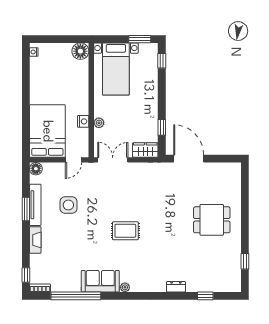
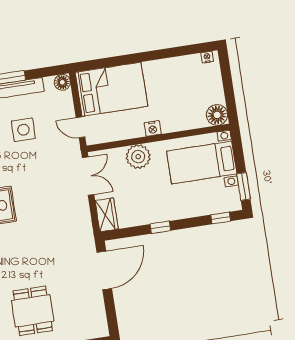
nightstand: (83, 121) -> (153, 128), moved
plant: (99, 123) -> (138, 157), width x1.88, depth x1.88
window: (162, 127) -> (160, 227), moved

